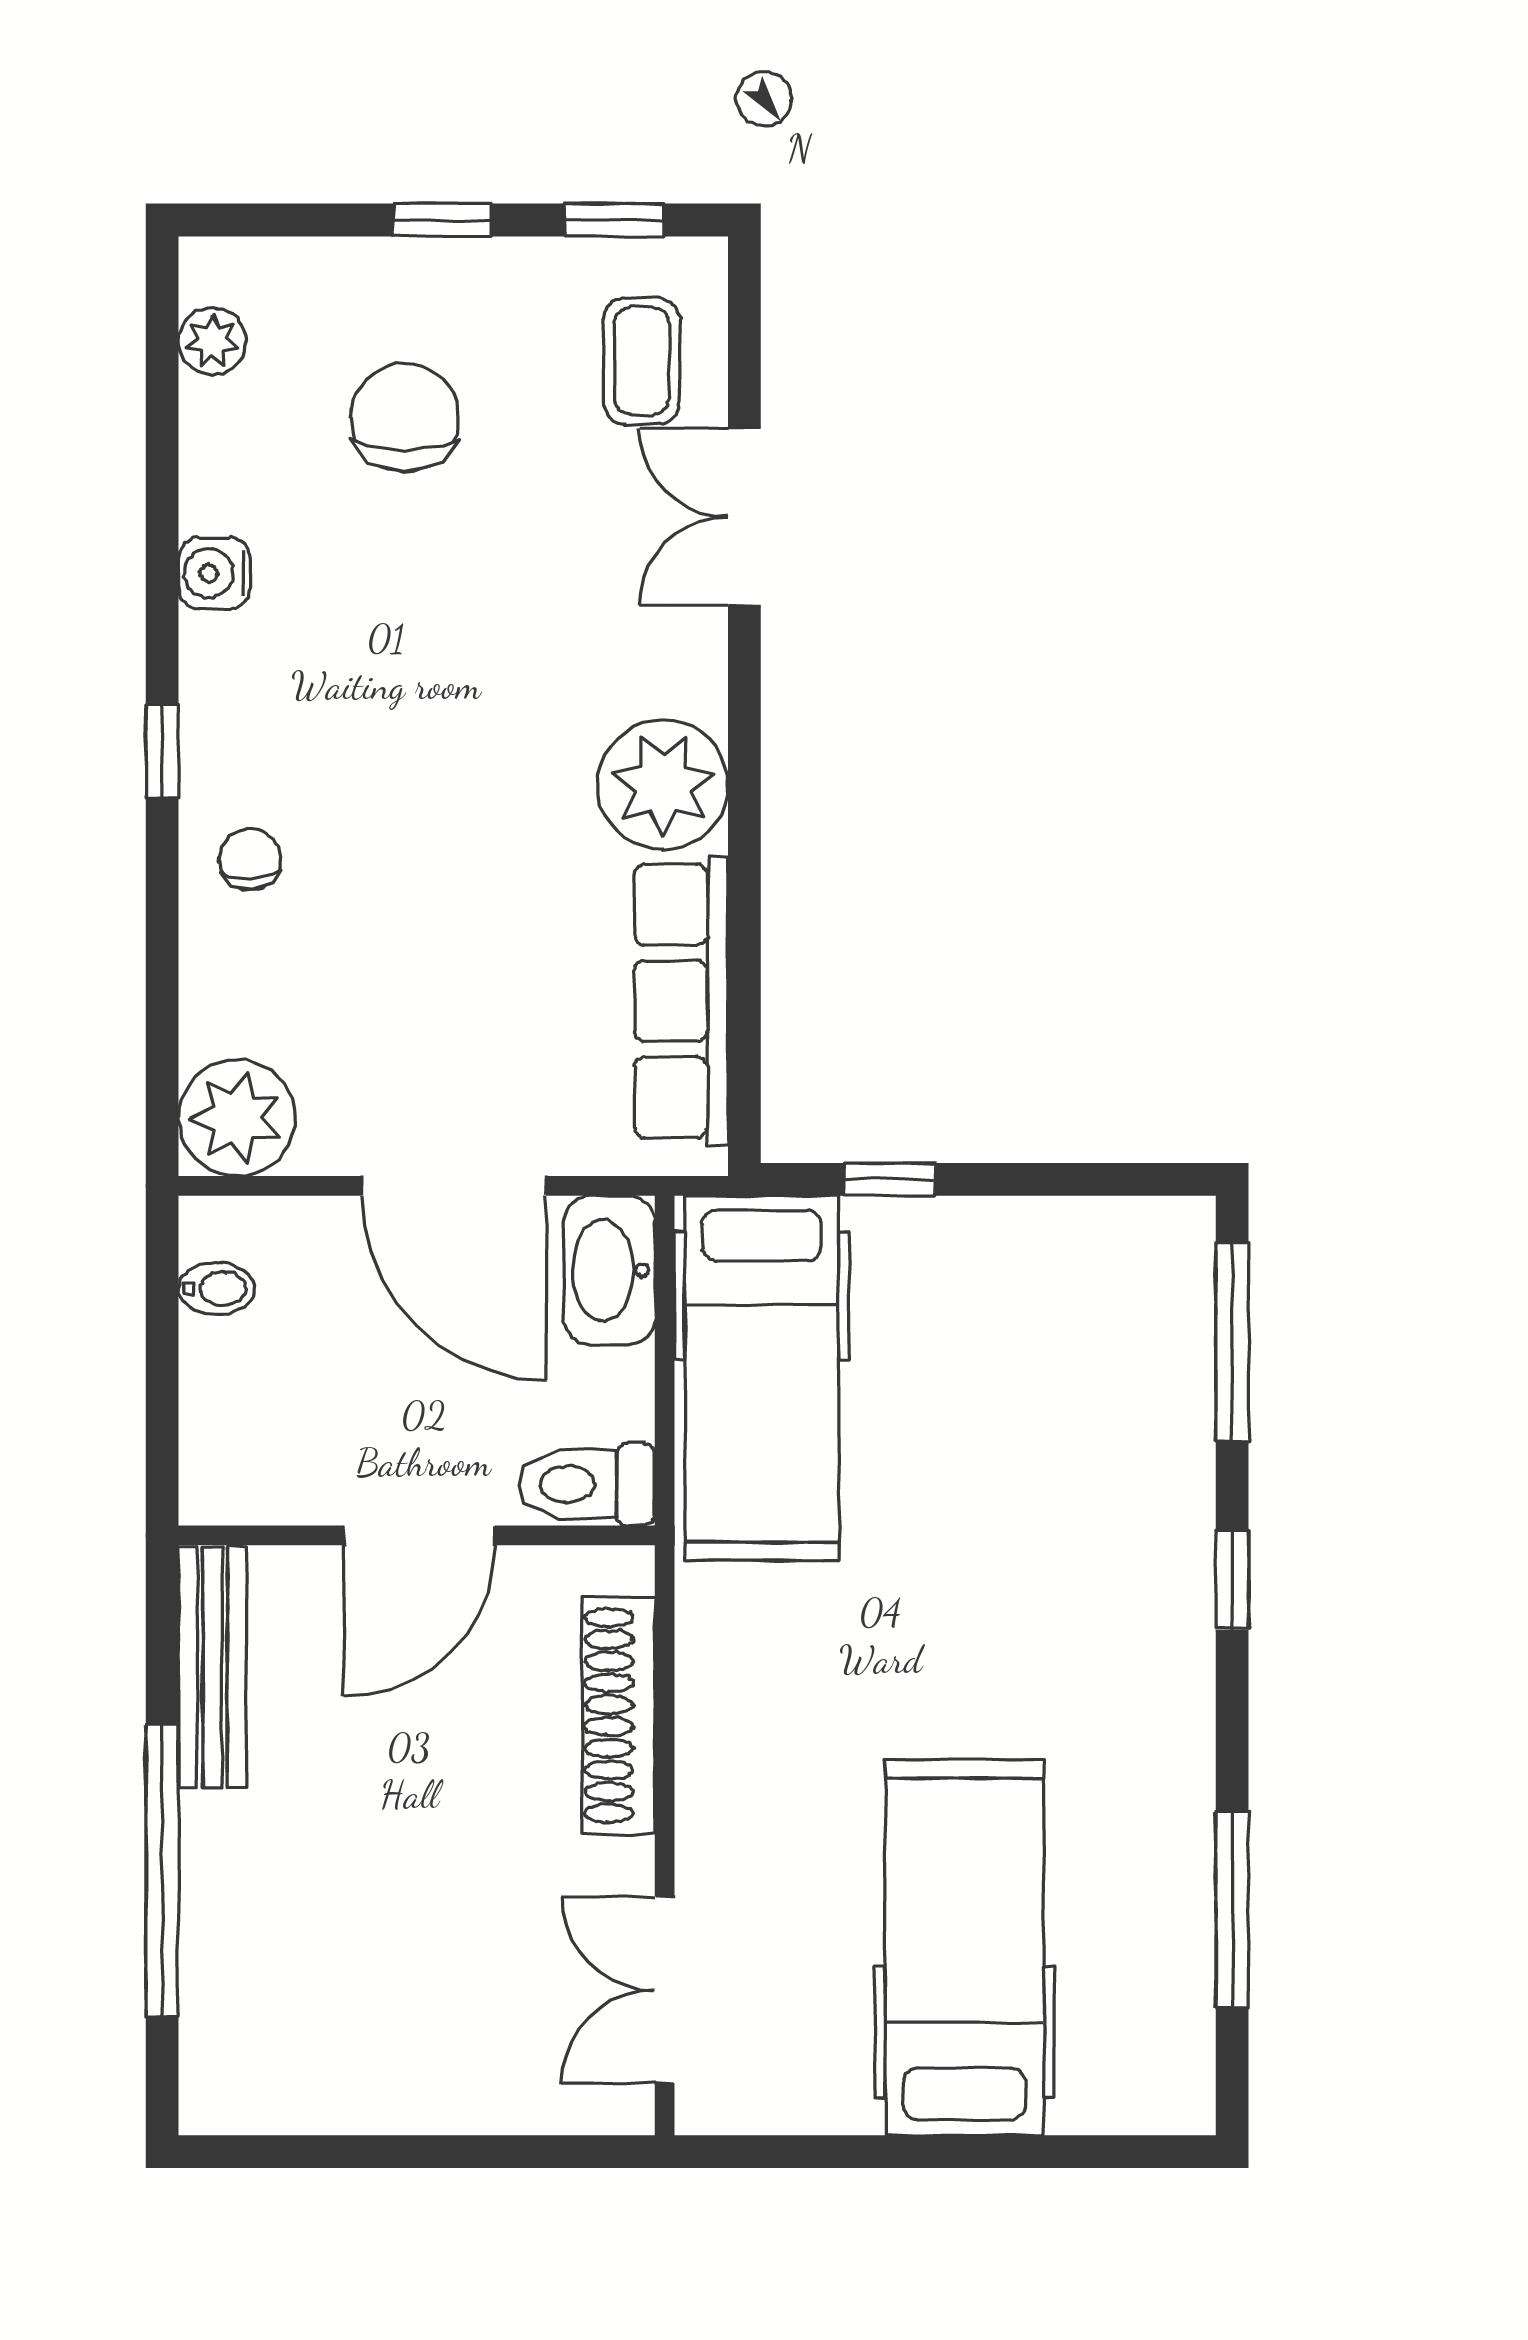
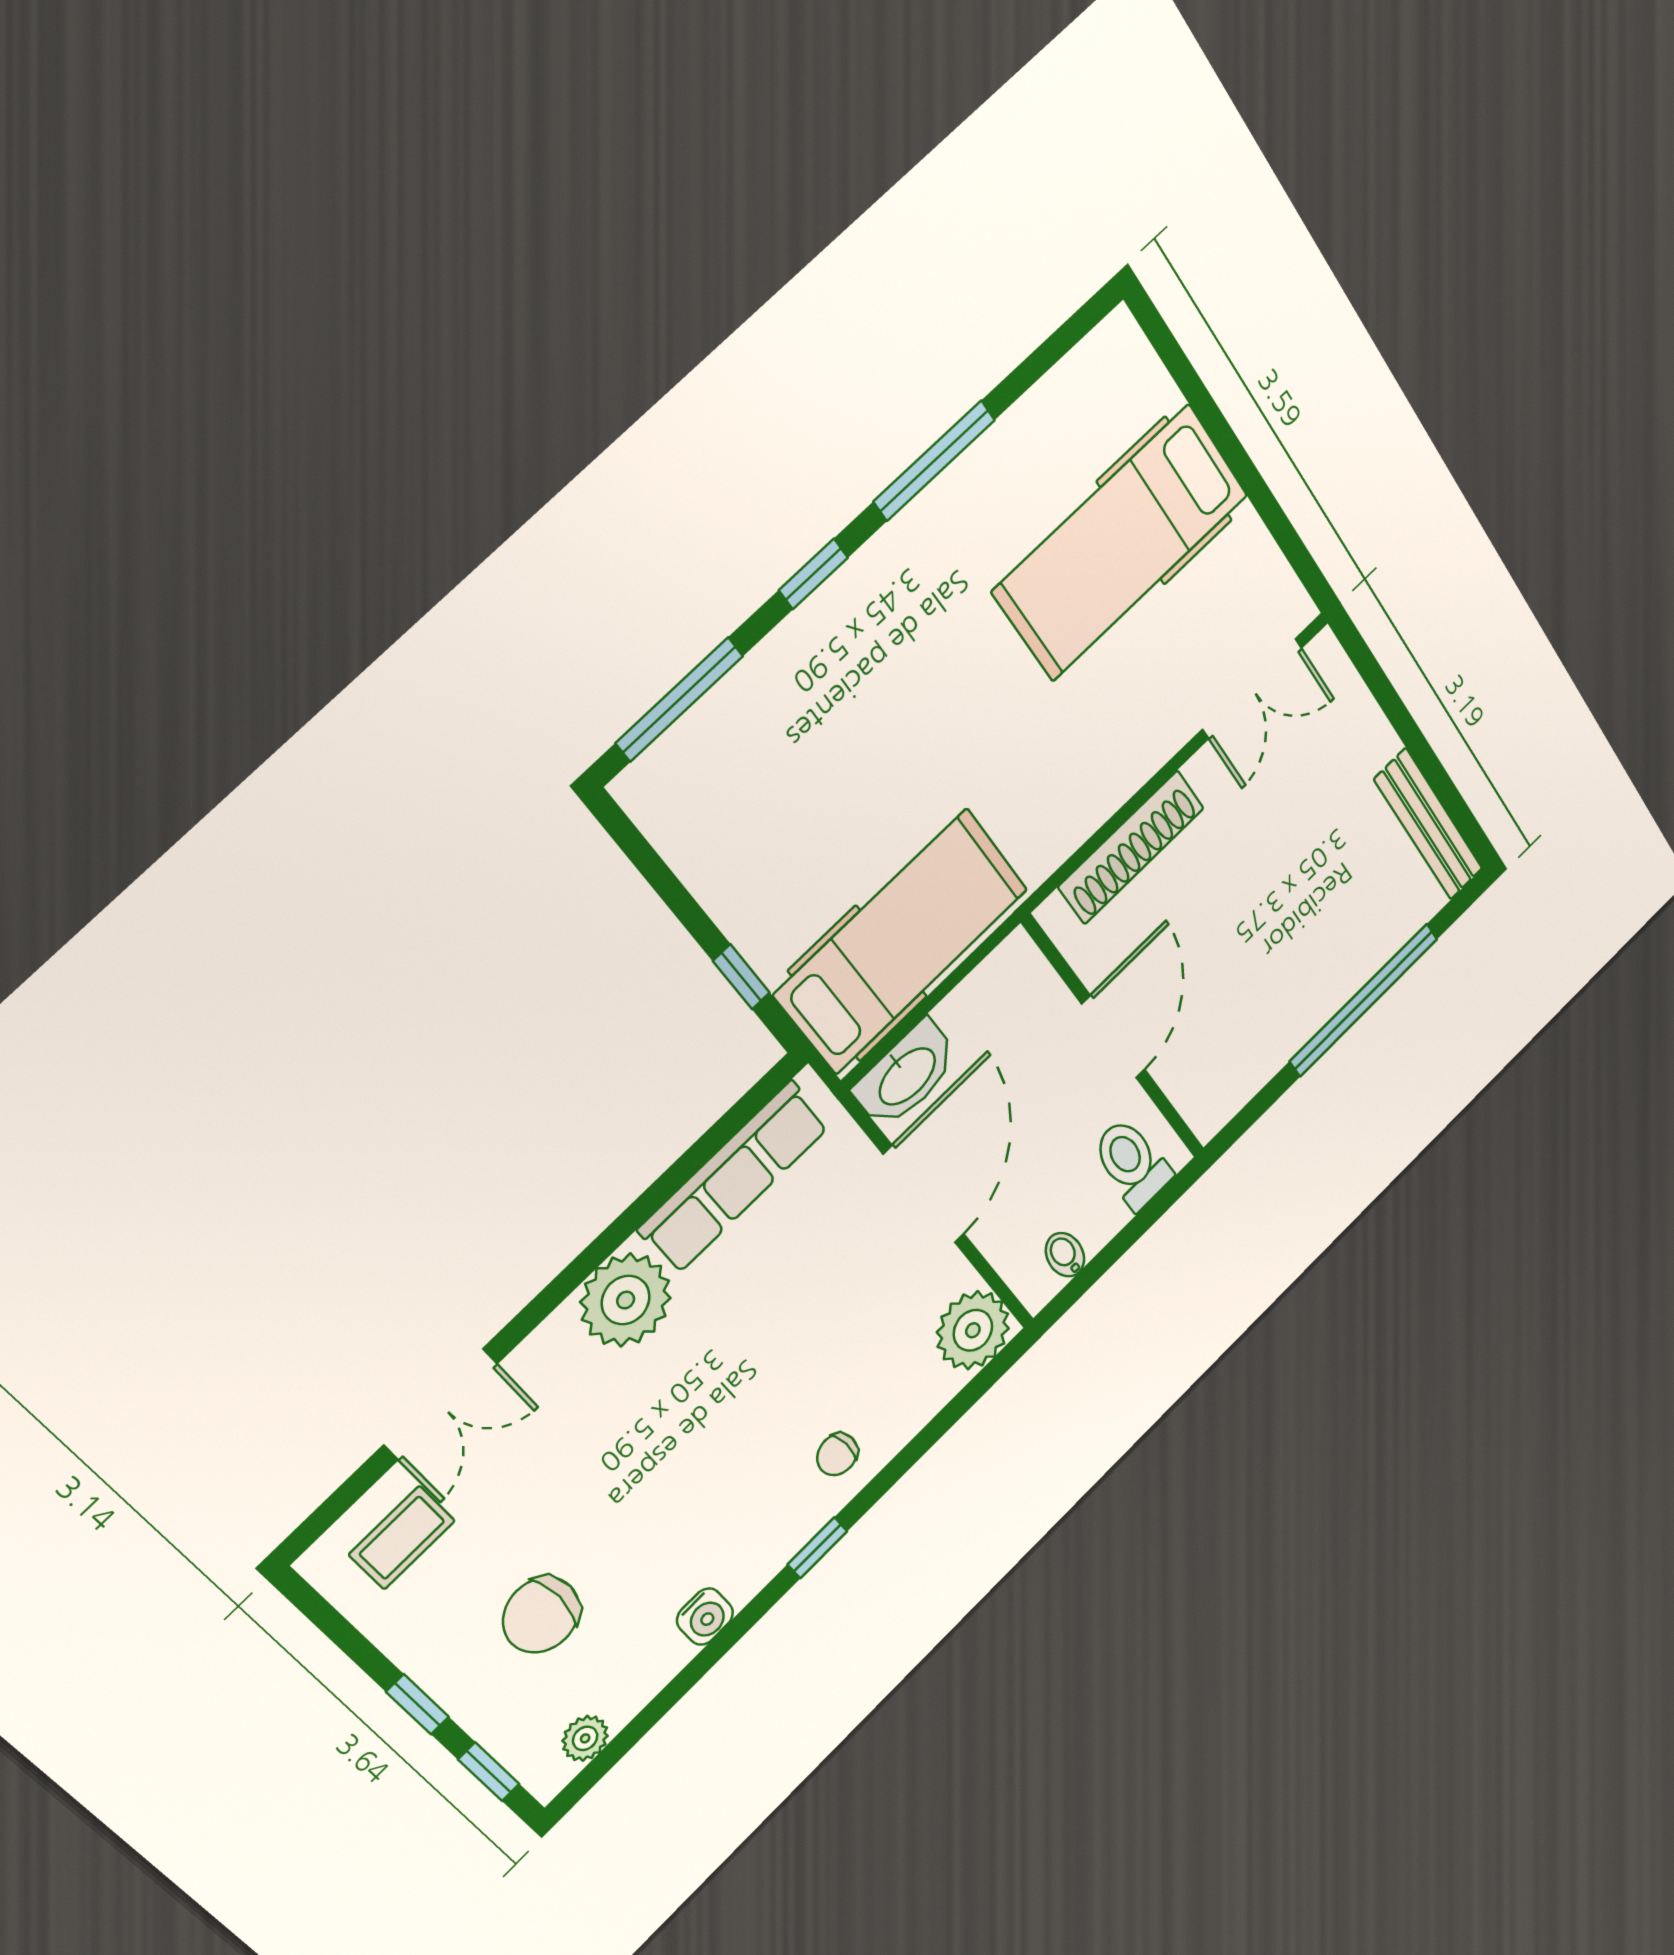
window: (614, 220) -> (489, 1772), moved
toilet: (587, 1484) -> (1132, 1163), moved, turned 180
door: (419, 1535) -> (1113, 1037), hinge flipped
bench: (212, 1667) -> (1429, 824), moved, turned 90
window: (1232, 1910) -> (934, 461), moved

